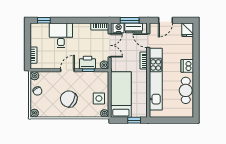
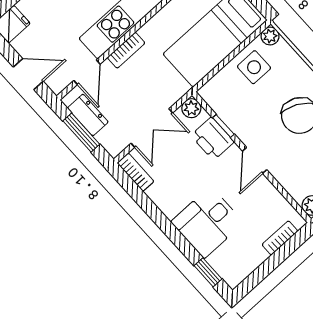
nightstand: (119, 28) -> (110, 139), removed
double door: (110, 45) -> (152, 128), swing flipped
door: (67, 70) -> (255, 160), hinge flipped

